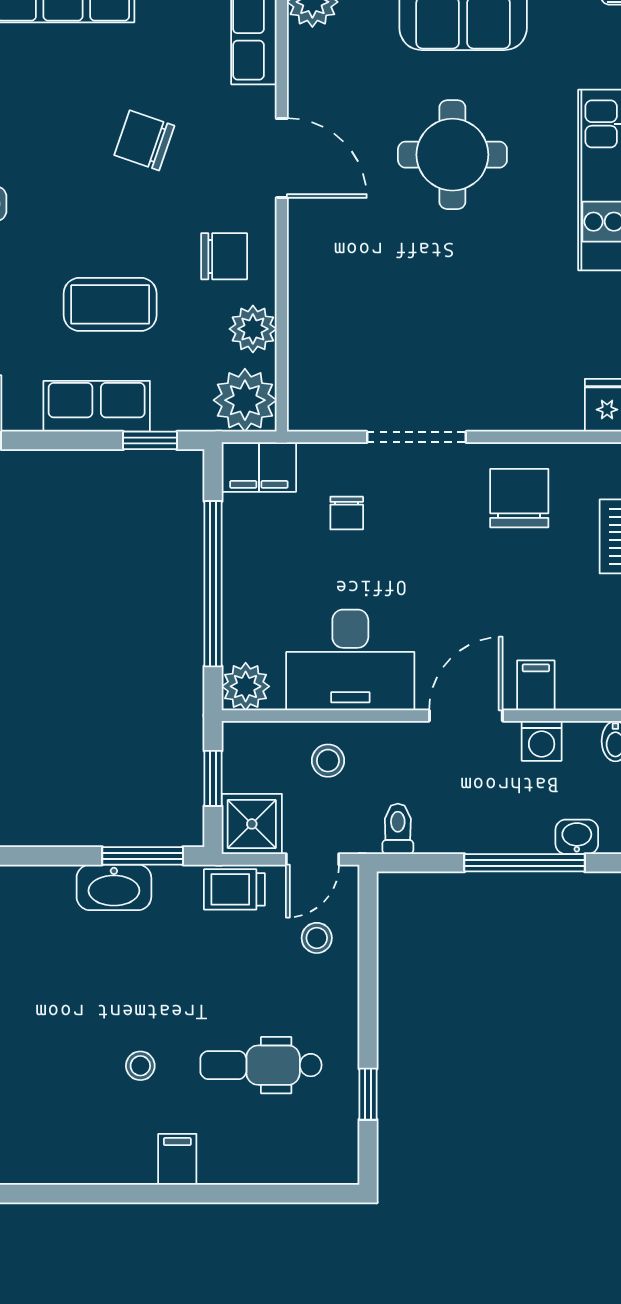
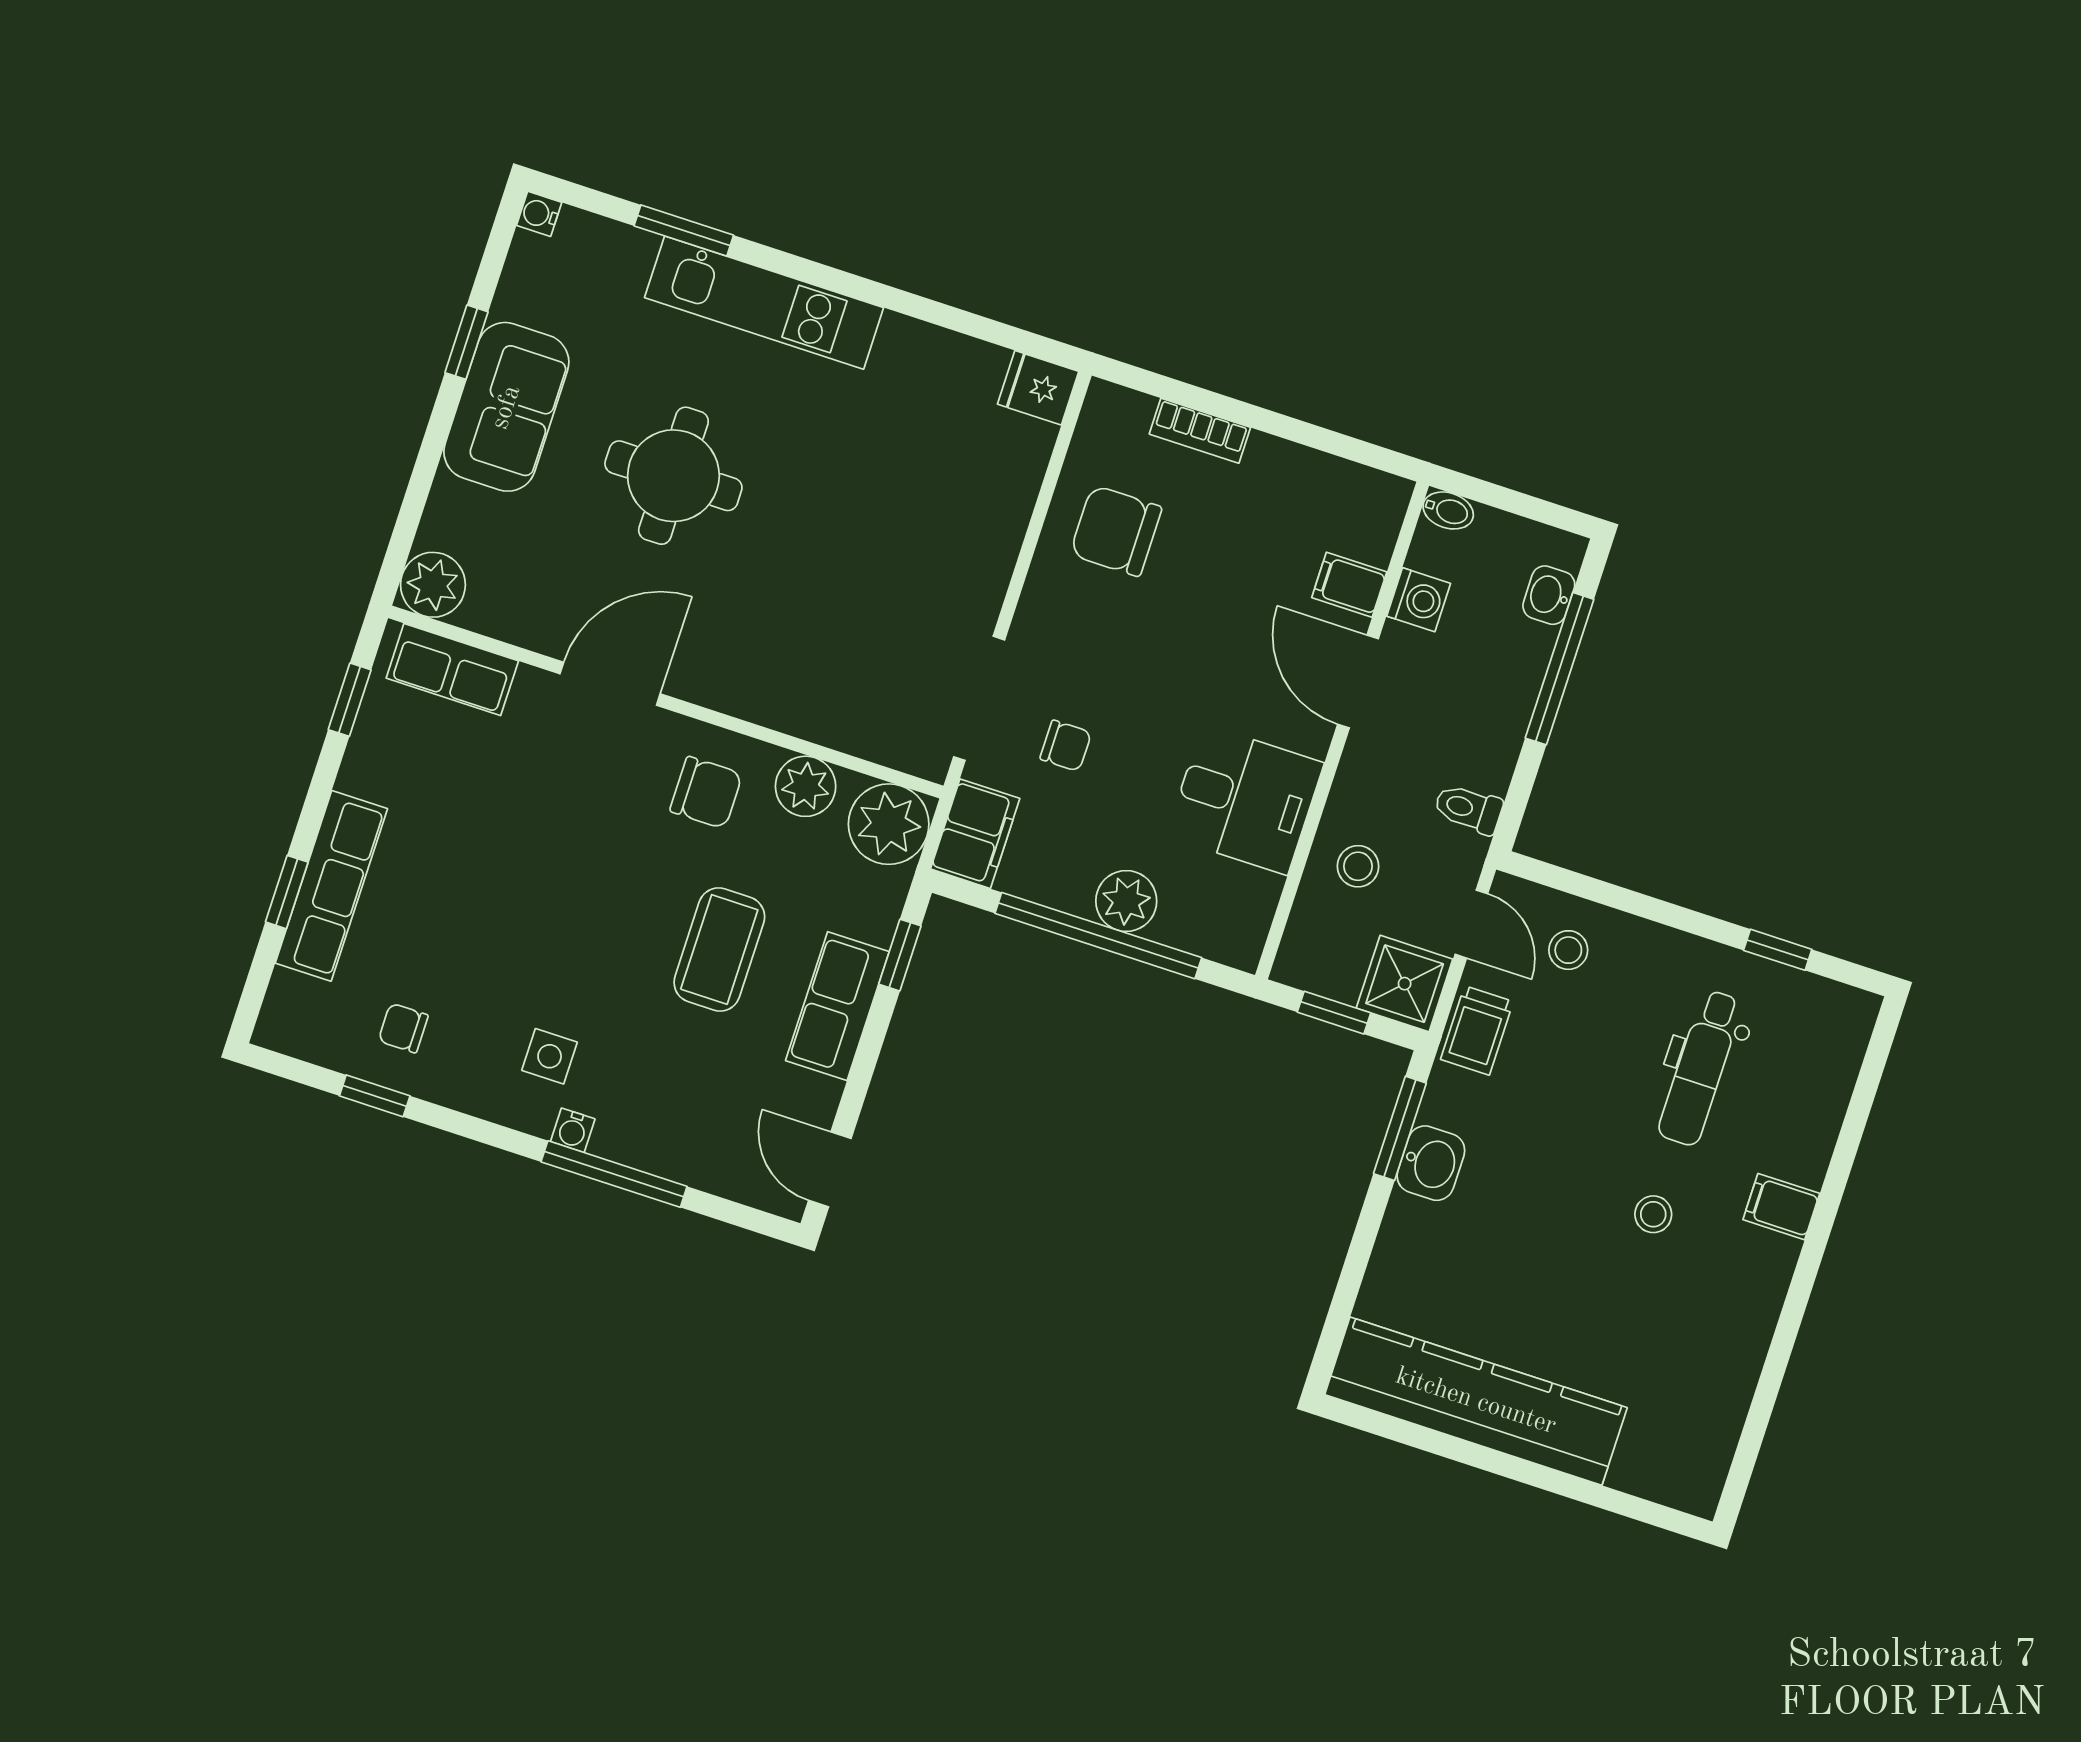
chair: (144, 140) -> (534, 843), removed
chair: (224, 256) -> (706, 792), turned 90
doorway: (417, 437) -> (979, 698), moved
desk: (350, 660) -> (1245, 799), width x0.73
plant: (246, 686) -> (1126, 901), moved
washbasin: (114, 887) -> (1431, 1163), width x0.72

